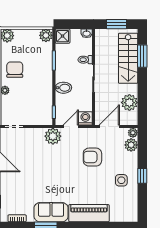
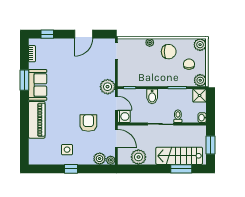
chair: (28, 48) -> (189, 64), added

